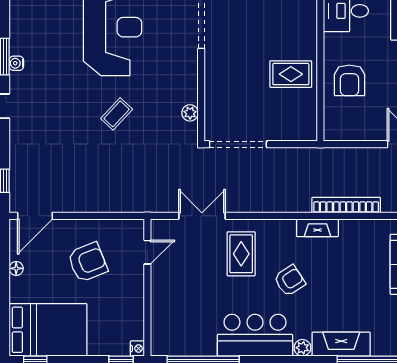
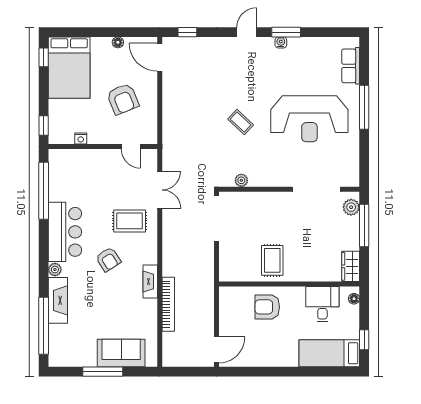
nightstand: (137, 349) -> (81, 139), moved

